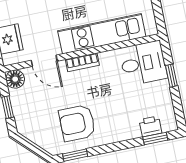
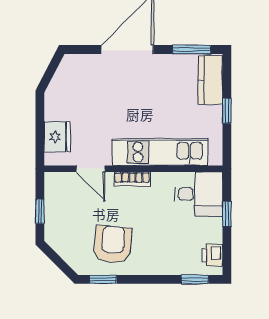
floor lamp: (15, 79) -> (54, 182), removed
armchair: (77, 123) -> (113, 245), turned 95
printer: (150, 126) -> (212, 255), moved, turned -90

